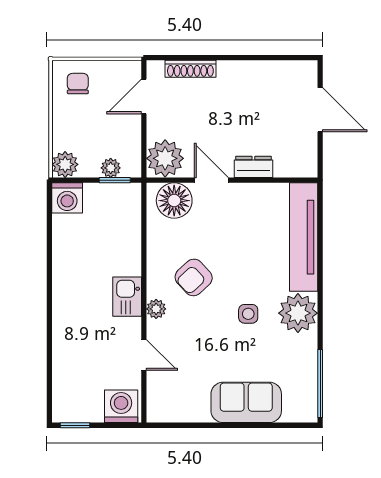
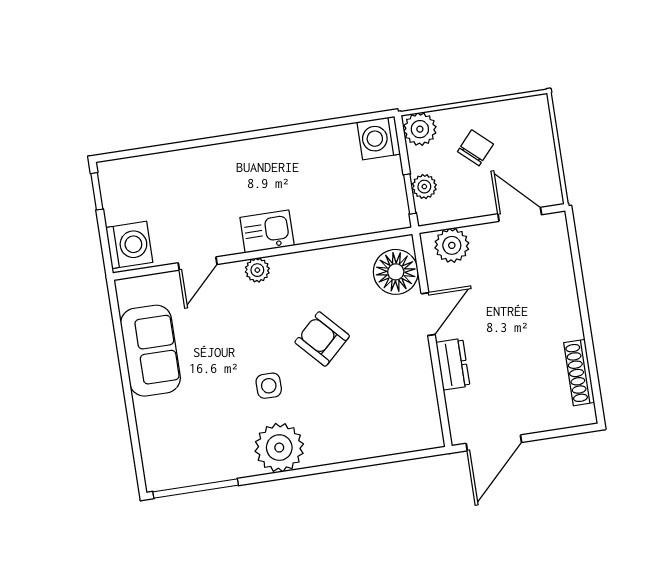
shoe rack: (190, 69) -> (579, 373), moved
chair: (78, 84) -> (475, 148), moved, turned -48
door: (320, 110) -> (494, 443), moved
plant: (165, 158) -> (452, 245), width x0.73, depth x0.73
tv unit: (304, 237) -> (375, 440), removed
armchair: (194, 277) -> (322, 339), moved
sofa: (246, 402) -> (150, 351), moved

